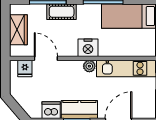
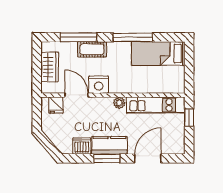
nightstand: (88, 48) -> (99, 85), moved

